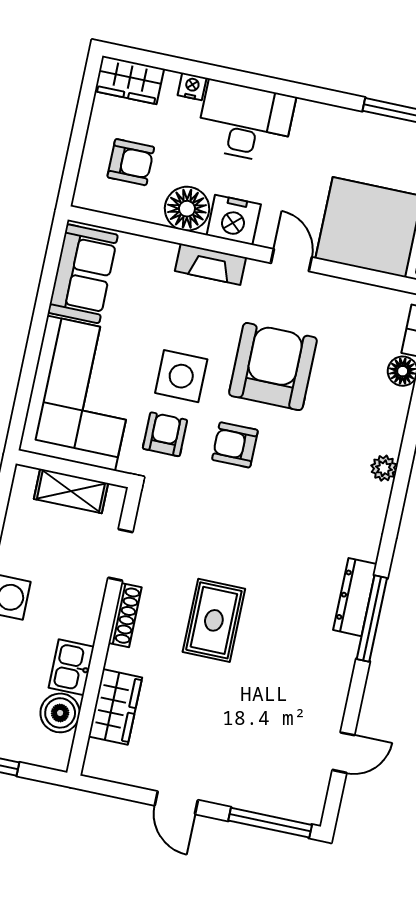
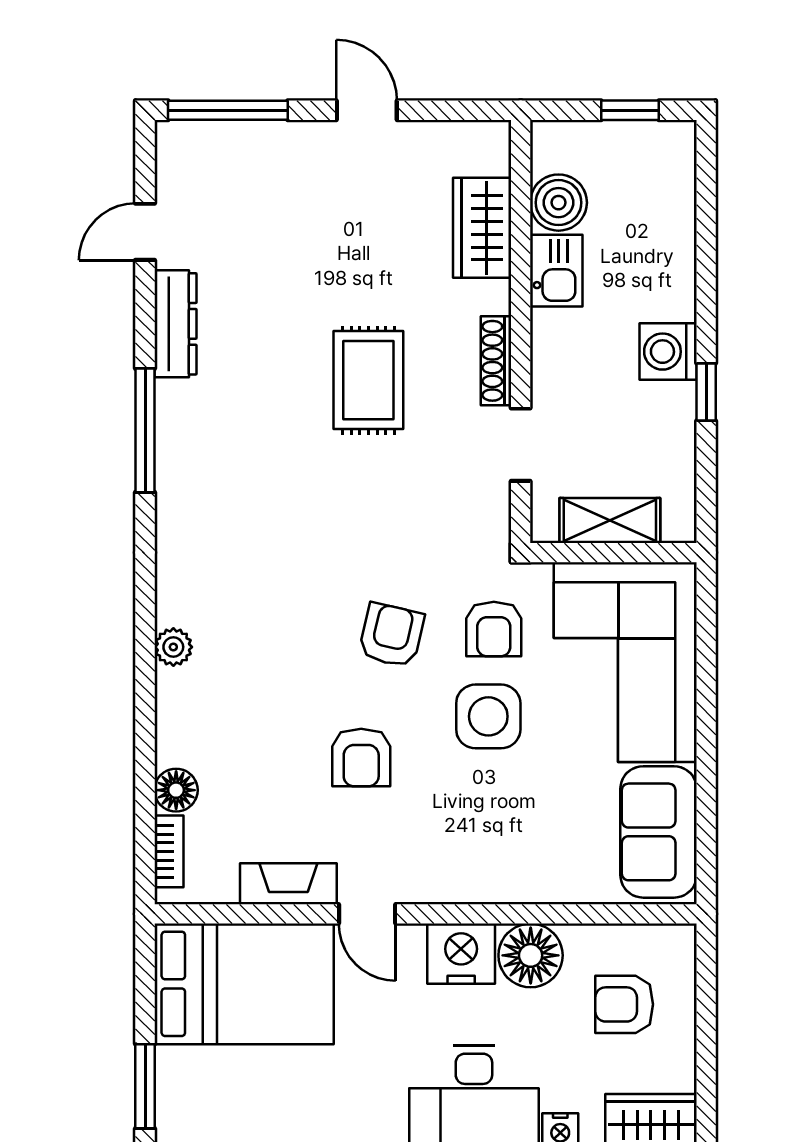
fireplace: (210, 264) -> (288, 884), moved
armchair: (273, 367) -> (361, 758), width x0.53, depth x0.53
armchair: (235, 445) -> (391, 635), turned -77
dresser: (355, 597) -> (175, 324), moved

